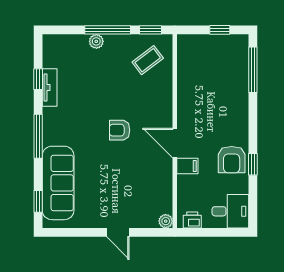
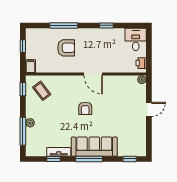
window: (108, 30) -> (23, 131), moved
window: (253, 70) -> (64, 25), moved
door: (175, 143) -> (93, 74), hinge flipped
armchair: (232, 160) -> (66, 48), moved
filing cabinet: (187, 166) -> (30, 66), moved
sofa: (58, 183) -> (94, 147), moved

